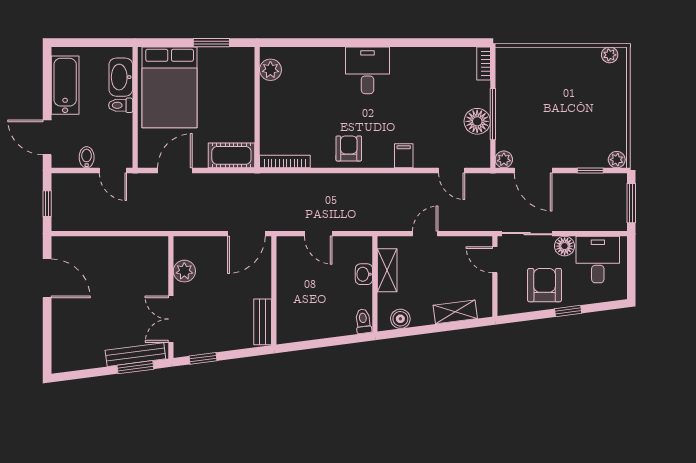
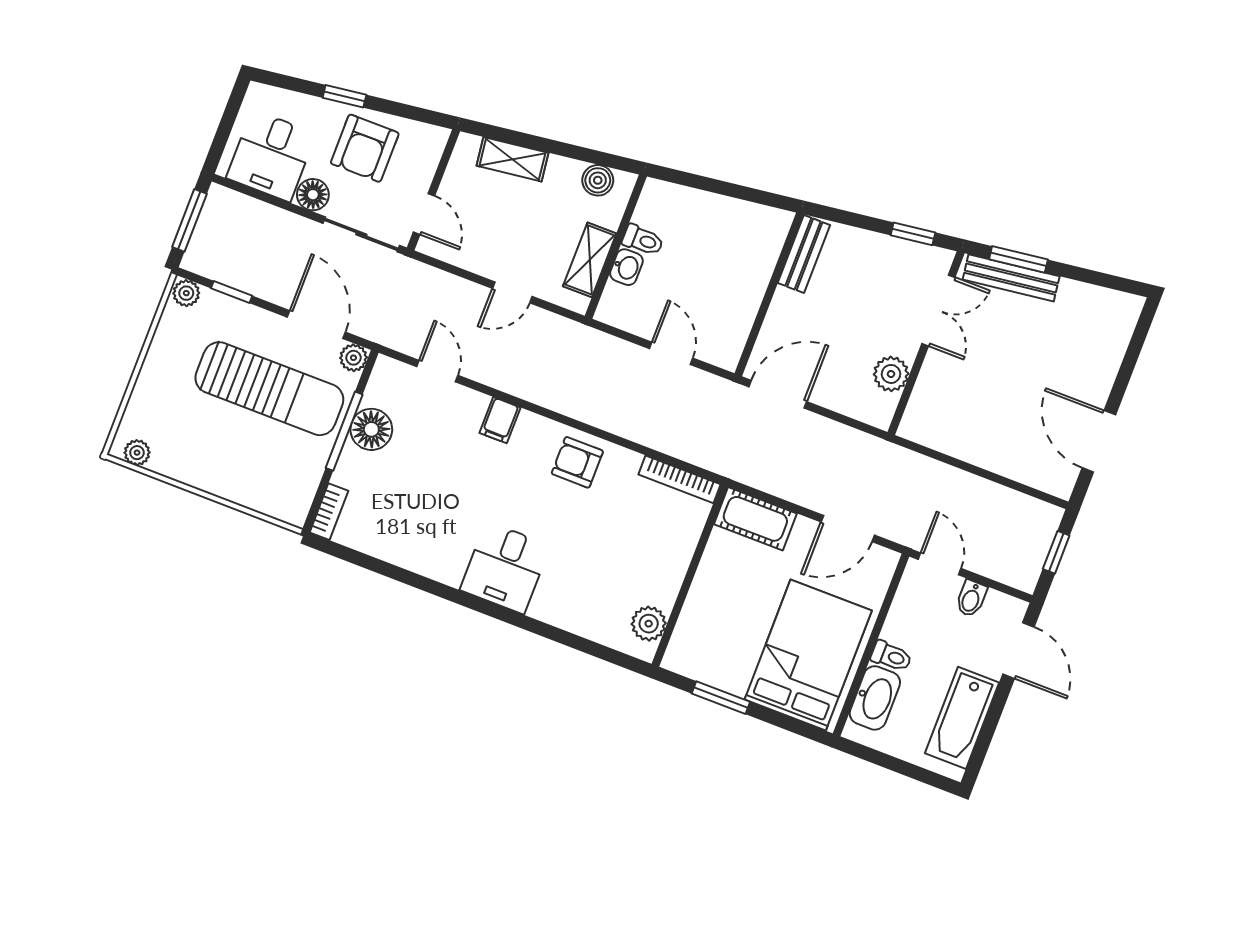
sun lounger: (546, 122) -> (269, 389), added
armchair: (349, 148) -> (577, 462), turned 90
toilet: (363, 321) -> (643, 240), moved, turned -83

